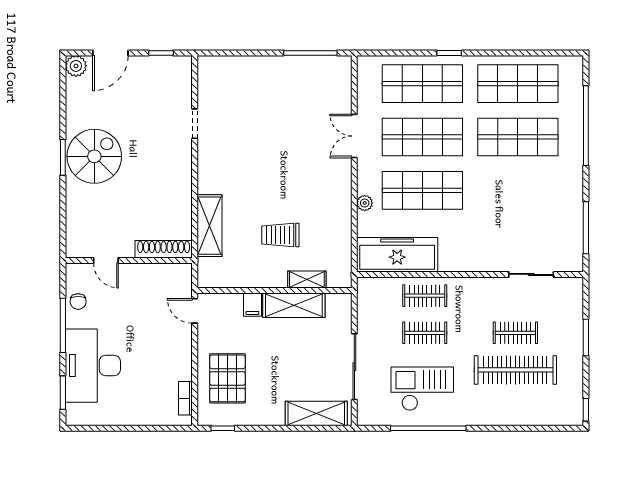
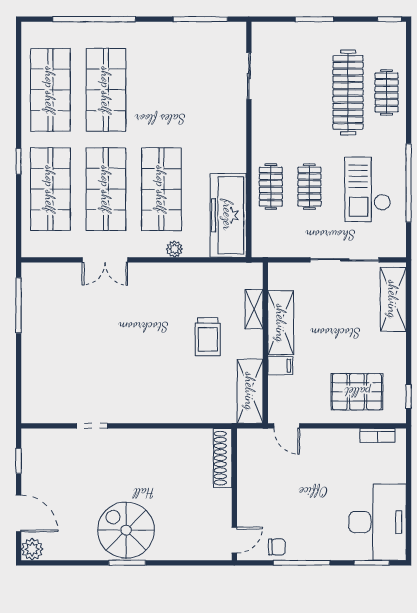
shelving: (209, 226) -> (250, 391), moved, turned 90
door: (106, 260) -> (234, 540), moved
door: (195, 311) -> (287, 426), hinge flipped
clothes rail: (515, 333) -> (387, 92), moved
desk: (93, 366) -> (378, 522), moved, turned -90

